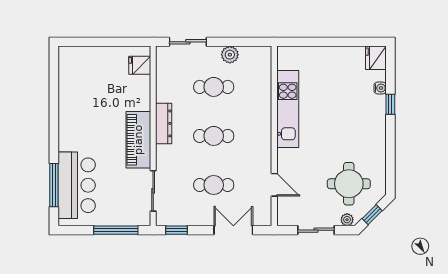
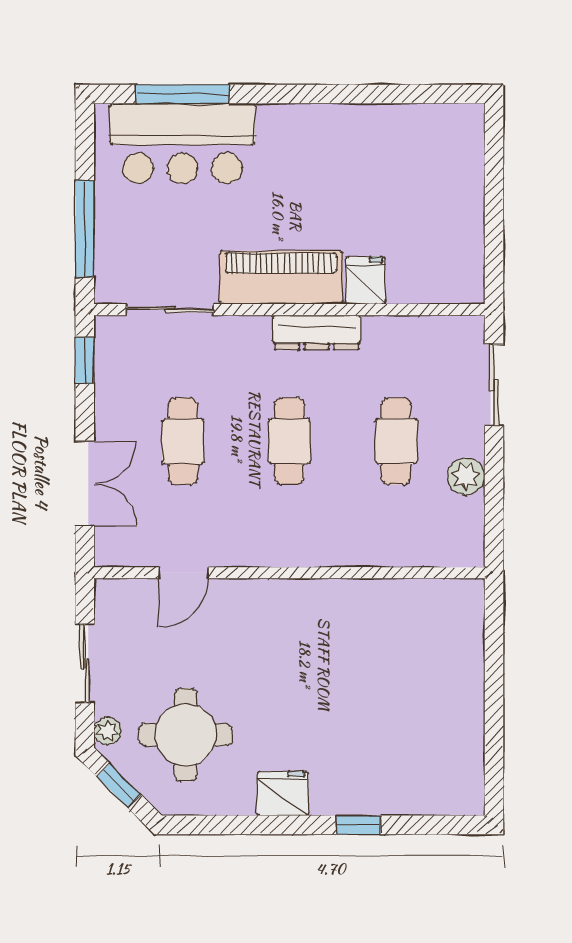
fridge: (376, 58) -> (283, 794), moved
fridge: (140, 65) -> (365, 280), moved
water cooler: (380, 88) -> (394, 803), removed
kitchen unit: (288, 109) -> (348, 602), removed

